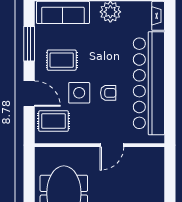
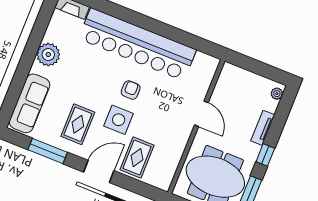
wall: (99, 145) -> (196, 127), moved
door: (112, 145) -> (201, 114), moved

